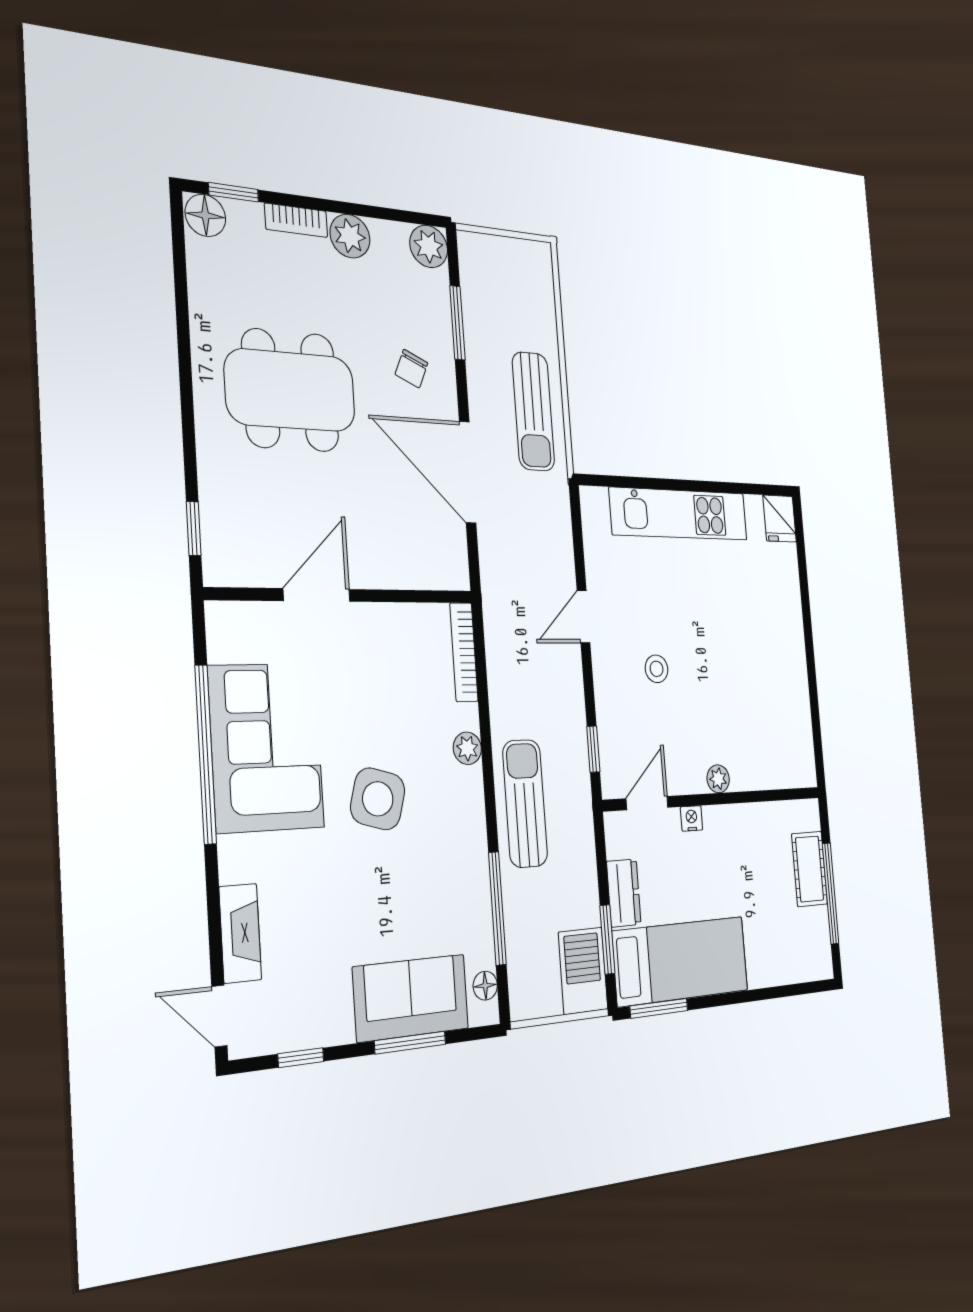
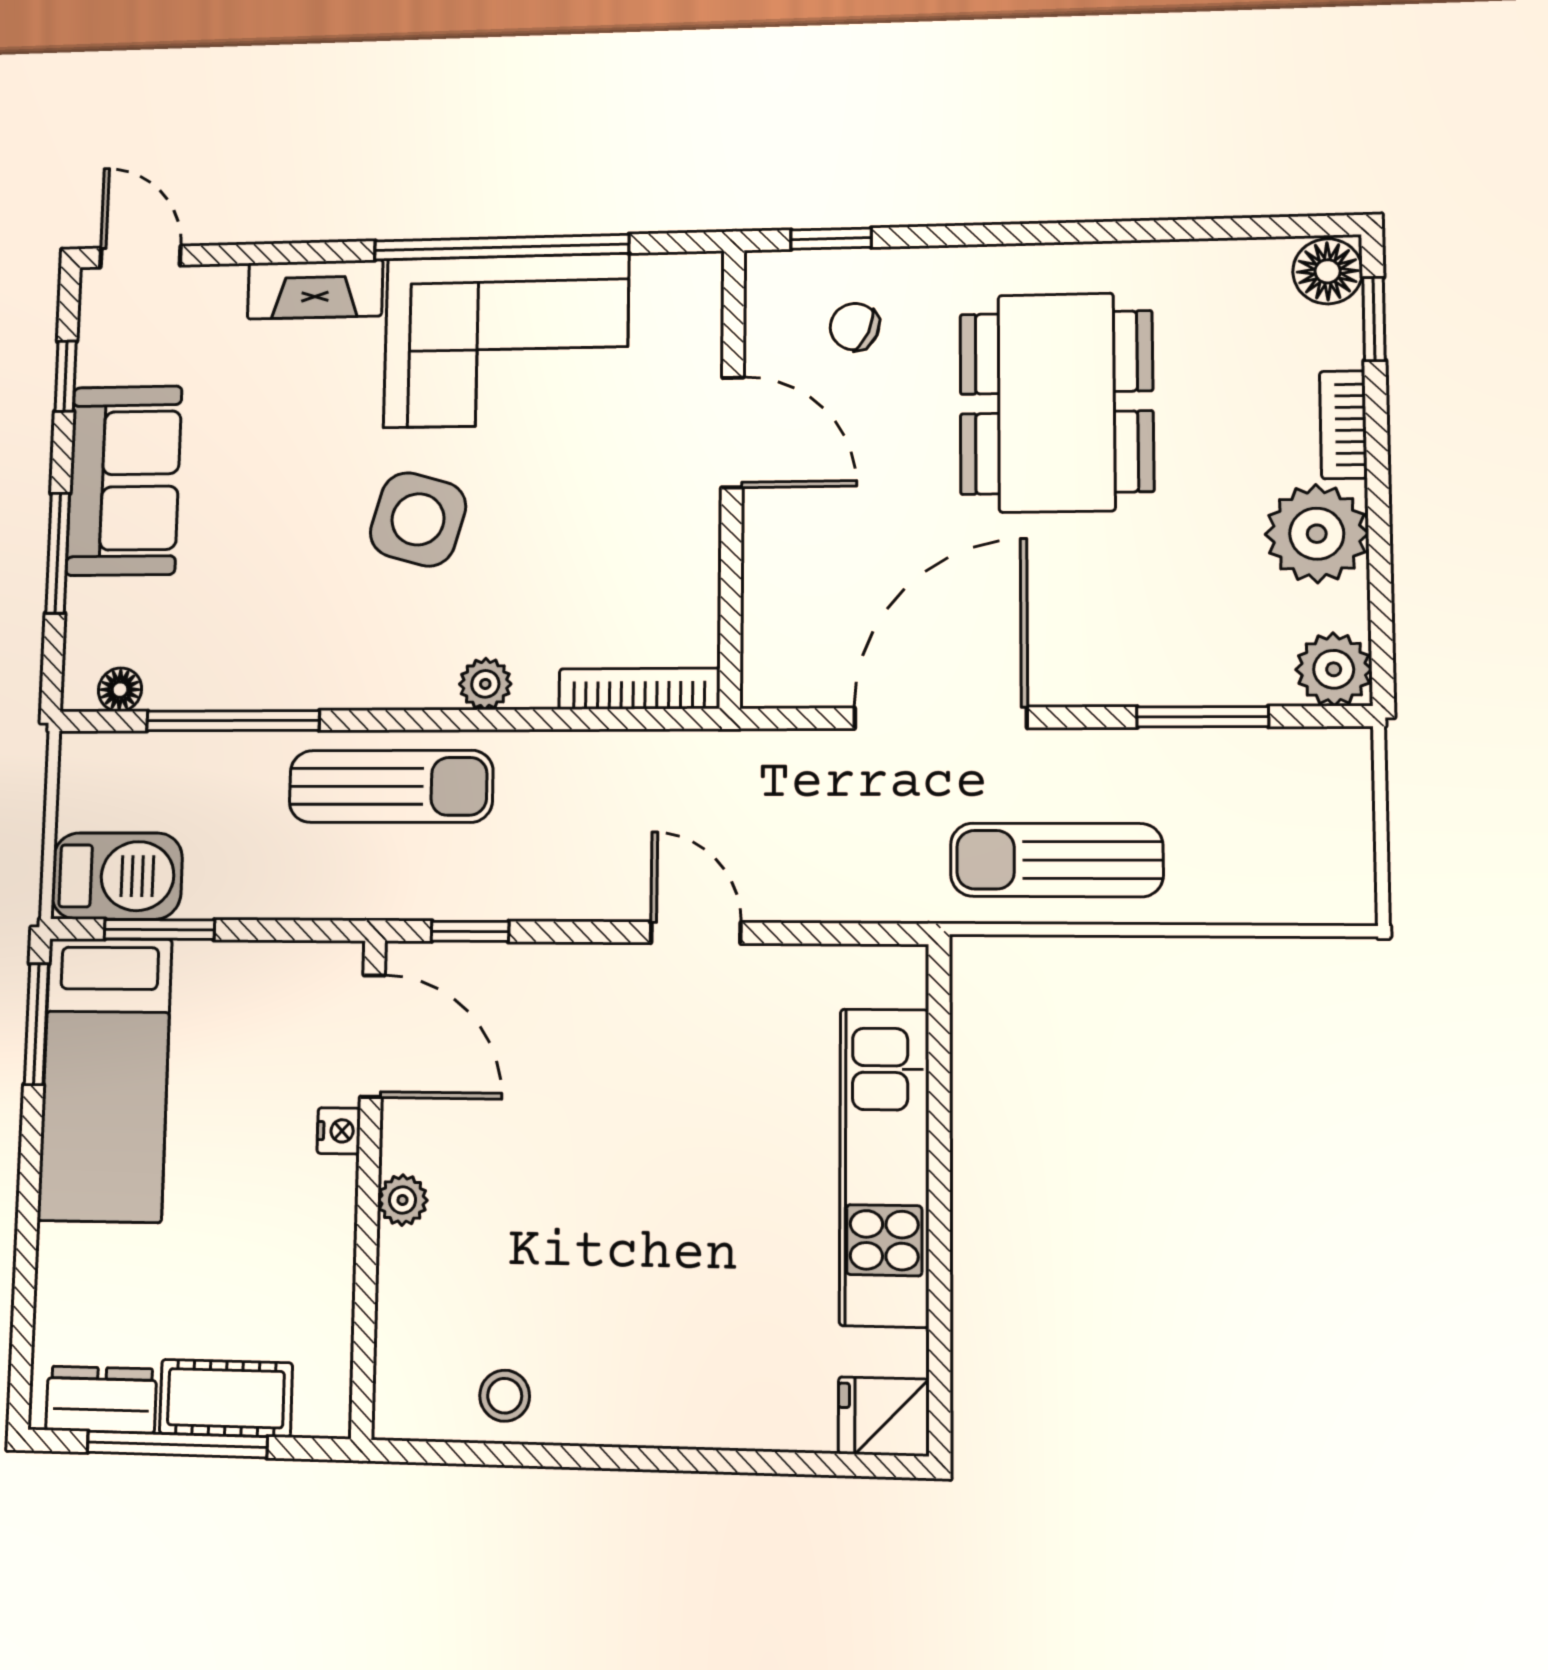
plant: (350, 236) -> (1317, 534), width x1.36, depth x1.36
chair: (411, 369) -> (855, 327), moved
stool: (657, 669) -> (505, 1396), moved
door: (647, 803) -> (372, 1036), width x1.38
dresser: (624, 893) -> (101, 1400), moved, turned 180
fireplace: (240, 933) -> (315, 289), moved
sofa: (411, 998) -> (124, 481), moved
door: (219, 1016) -> (140, 257), hinge flipped

